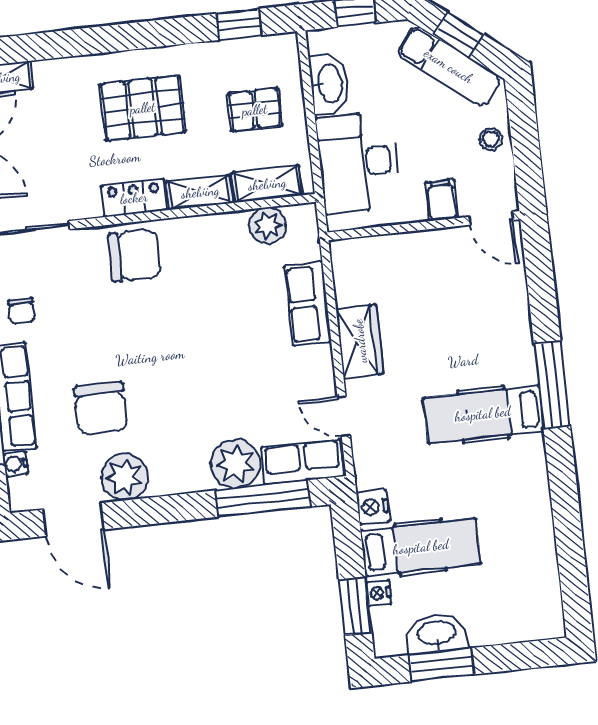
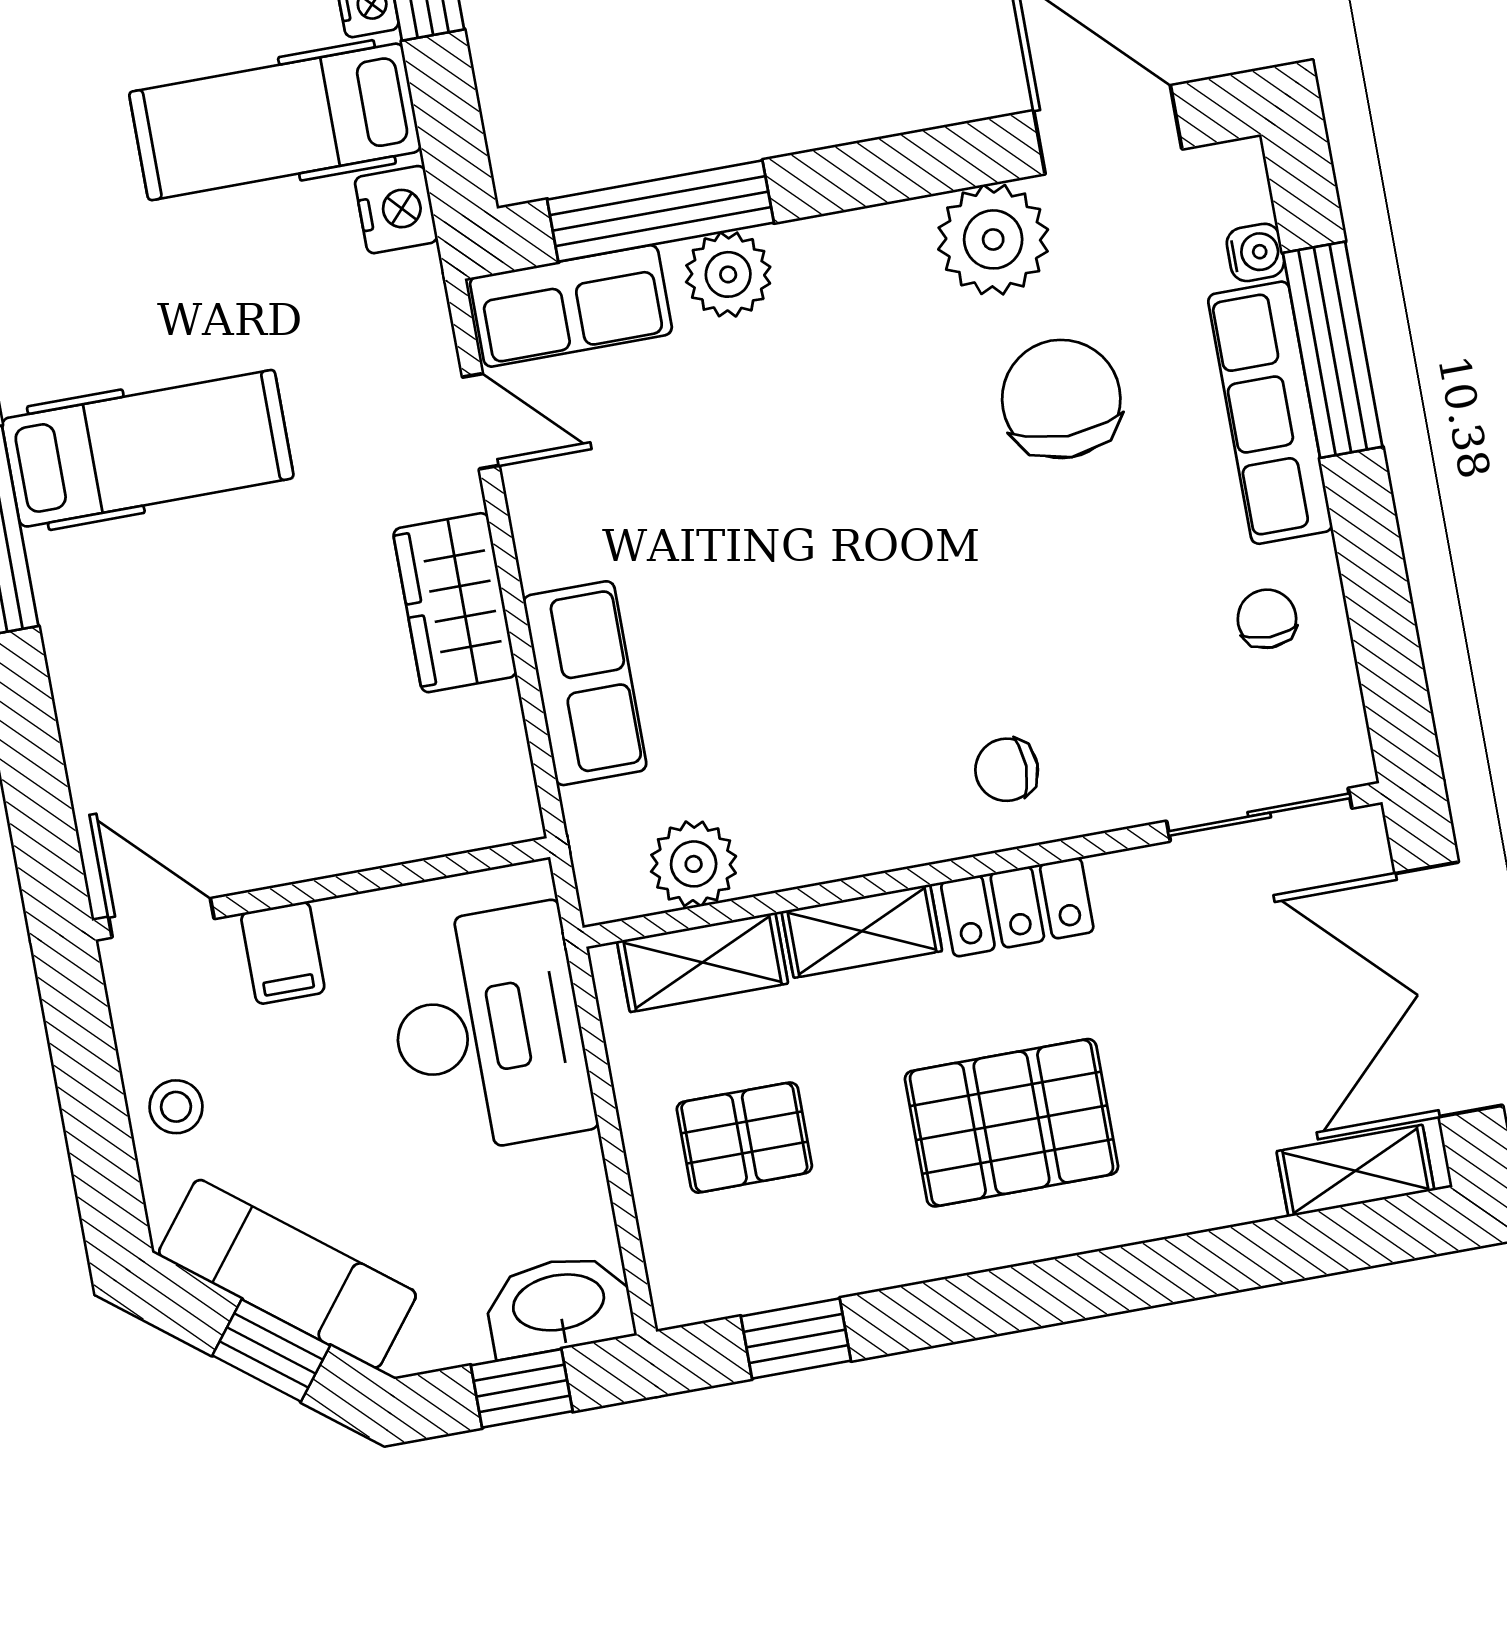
washbasin: (329, 84) -> (559, 1305), moved, turned 90
chair: (134, 255) -> (1007, 770), width x0.54, depth x0.54
plant: (235, 464) -> (728, 274), width x0.73, depth x0.73

